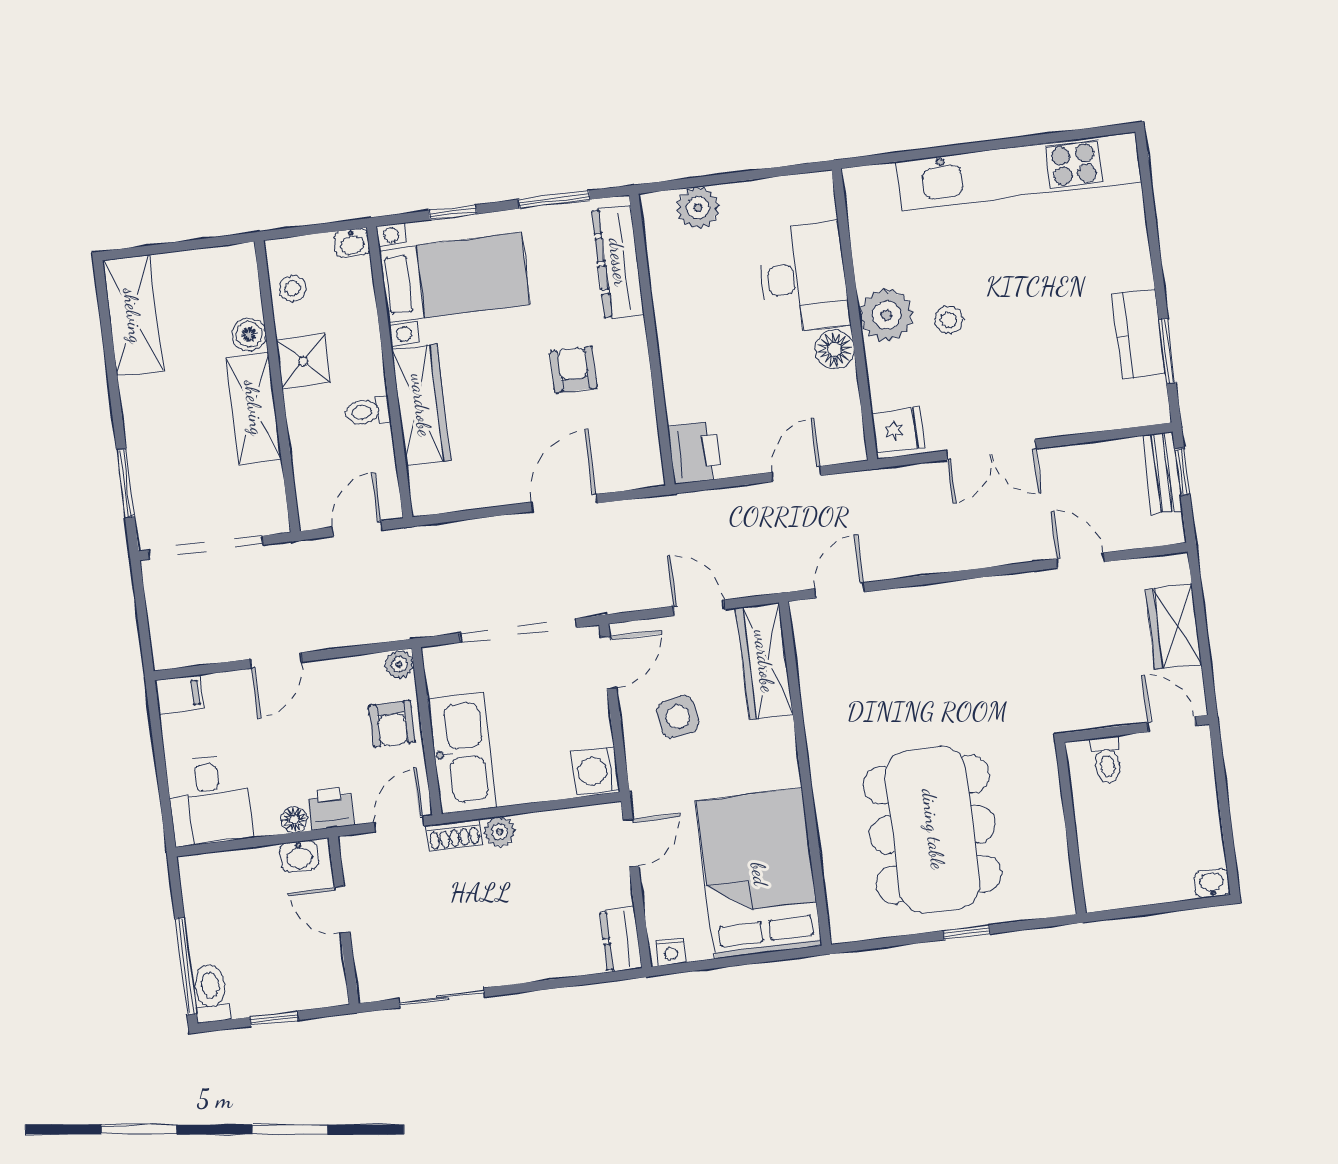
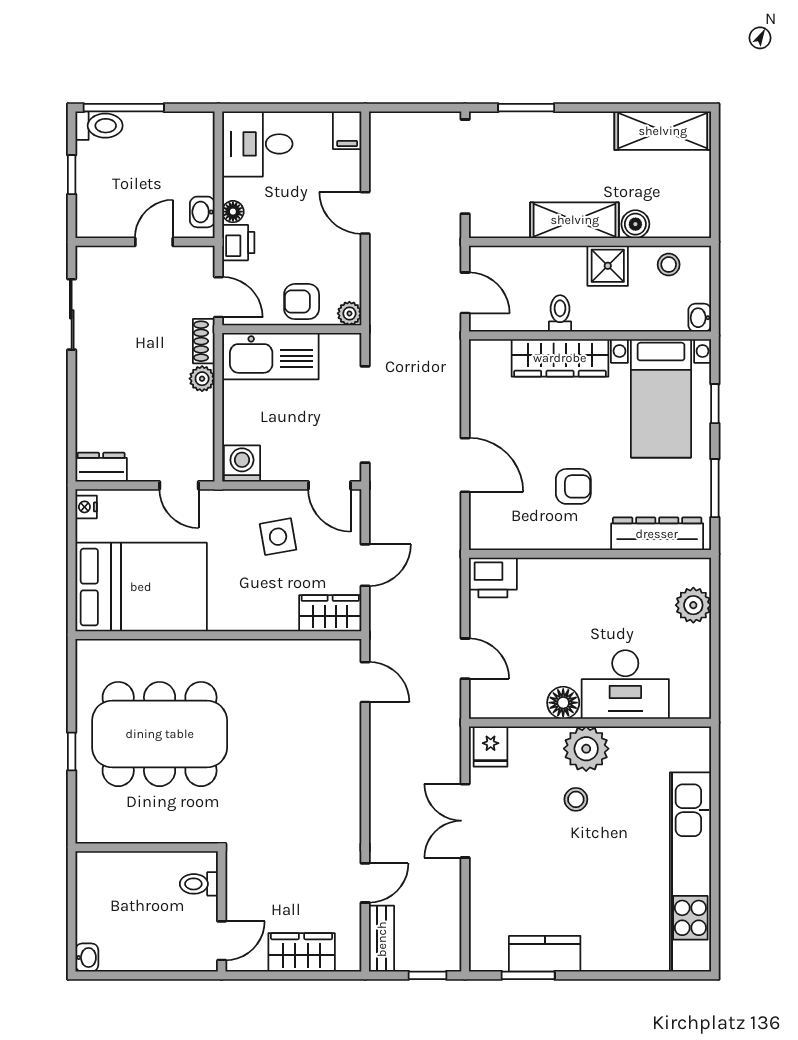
bench: (1163, 473) -> (382, 939), moved, turned 90
wardrobe: (764, 661) -> (330, 613), width x0.67

